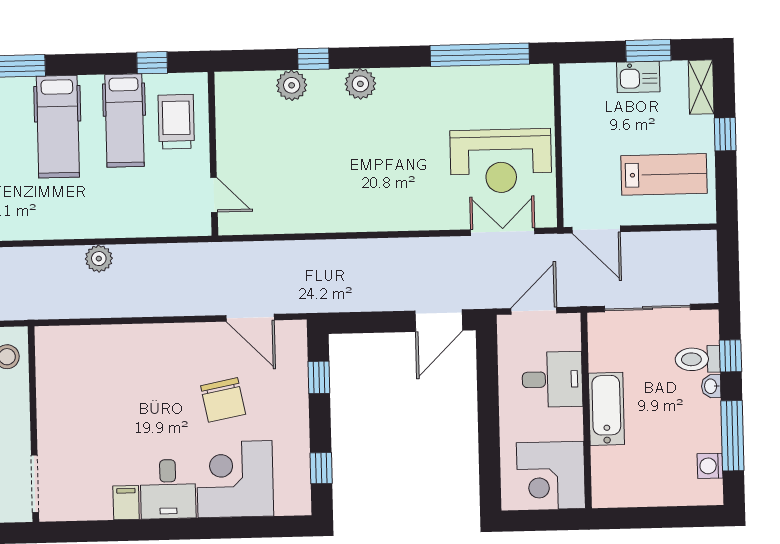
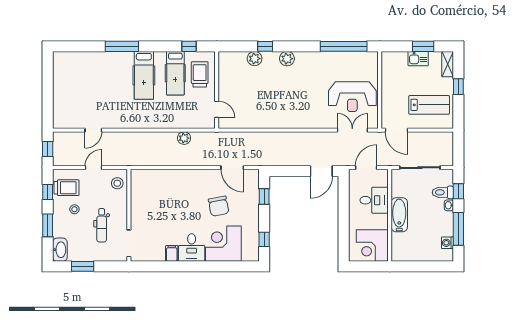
plant: (99, 259) -> (184, 138), moved

